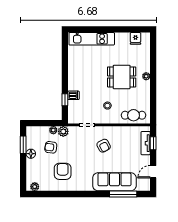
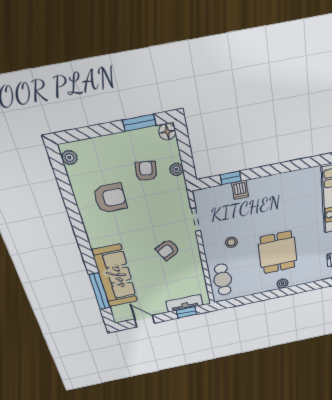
plant: (63, 131) -> (178, 186), removed
floor lamp: (31, 154) -> (167, 132), moved

